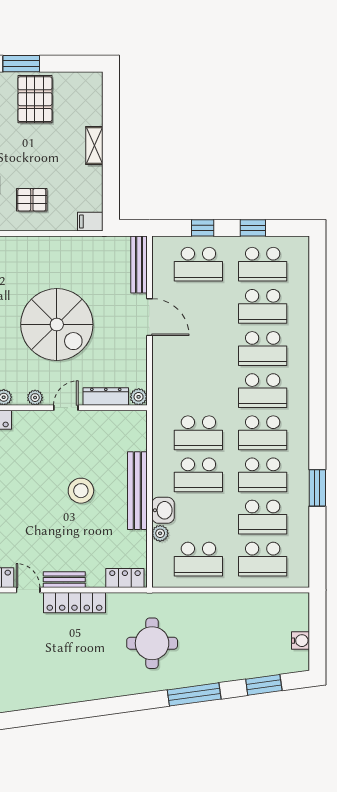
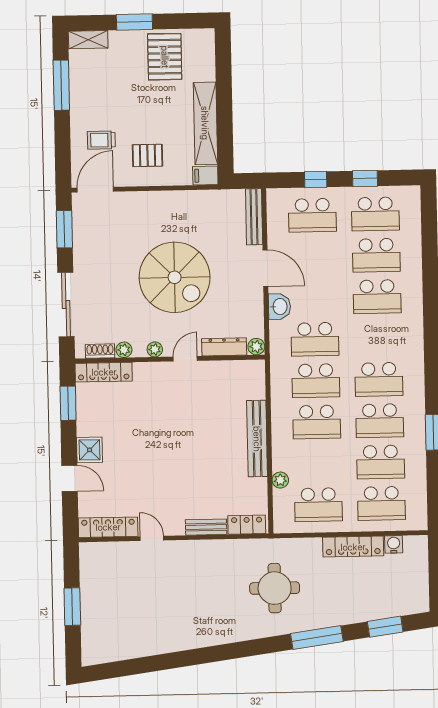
pallet: (35, 99) -> (165, 57), moved
shelving: (94, 145) -> (205, 123), width x2.20, depth x1.33
school desk: (263, 391) -> (315, 339), moved
stool: (81, 491) -> (202, 440), removed
washbasin: (163, 510) -> (279, 307), moved
bench: (64, 580) -> (206, 527), moved
locker: (74, 603) -> (353, 547), moved
water cooler: (300, 641) -> (394, 544), moved, turned -90

